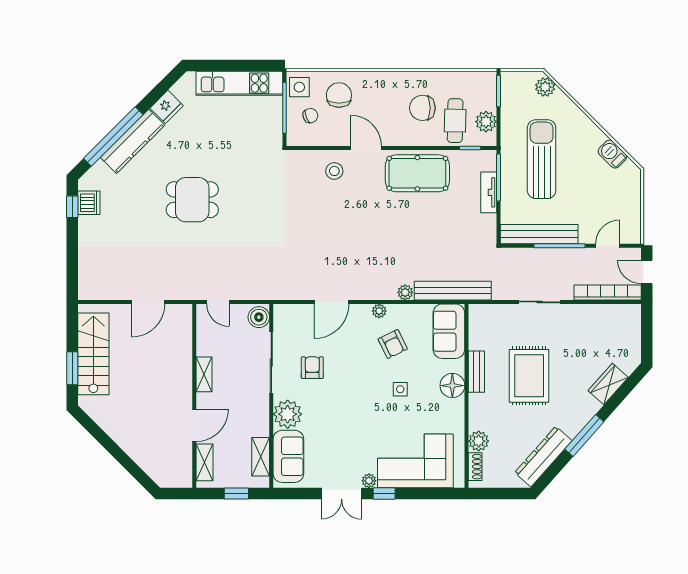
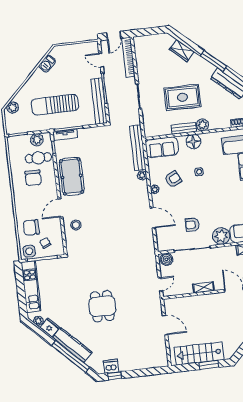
plant: (180, 89) -> (38, 321), added
tv unit: (489, 192) -> (65, 135), moved
plant: (479, 441) -> (202, 125), moved

